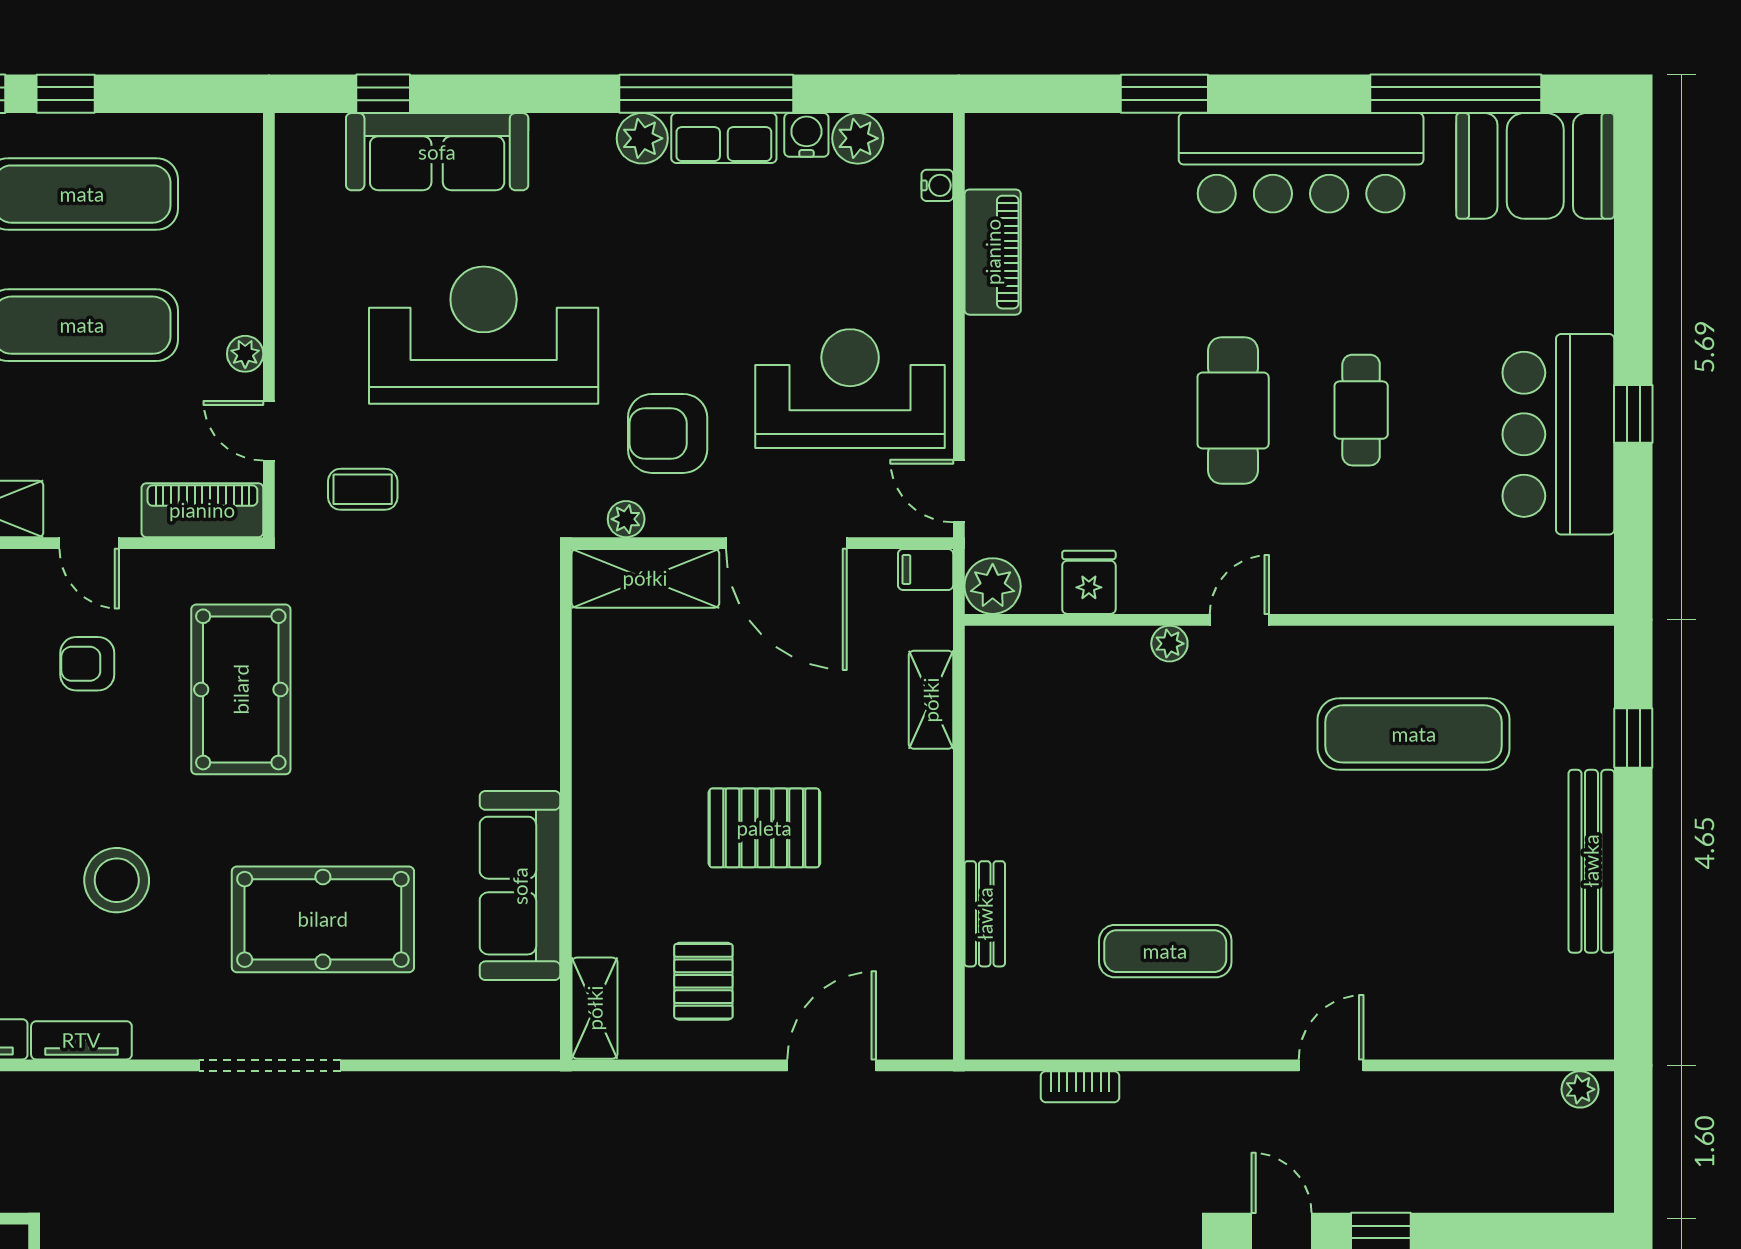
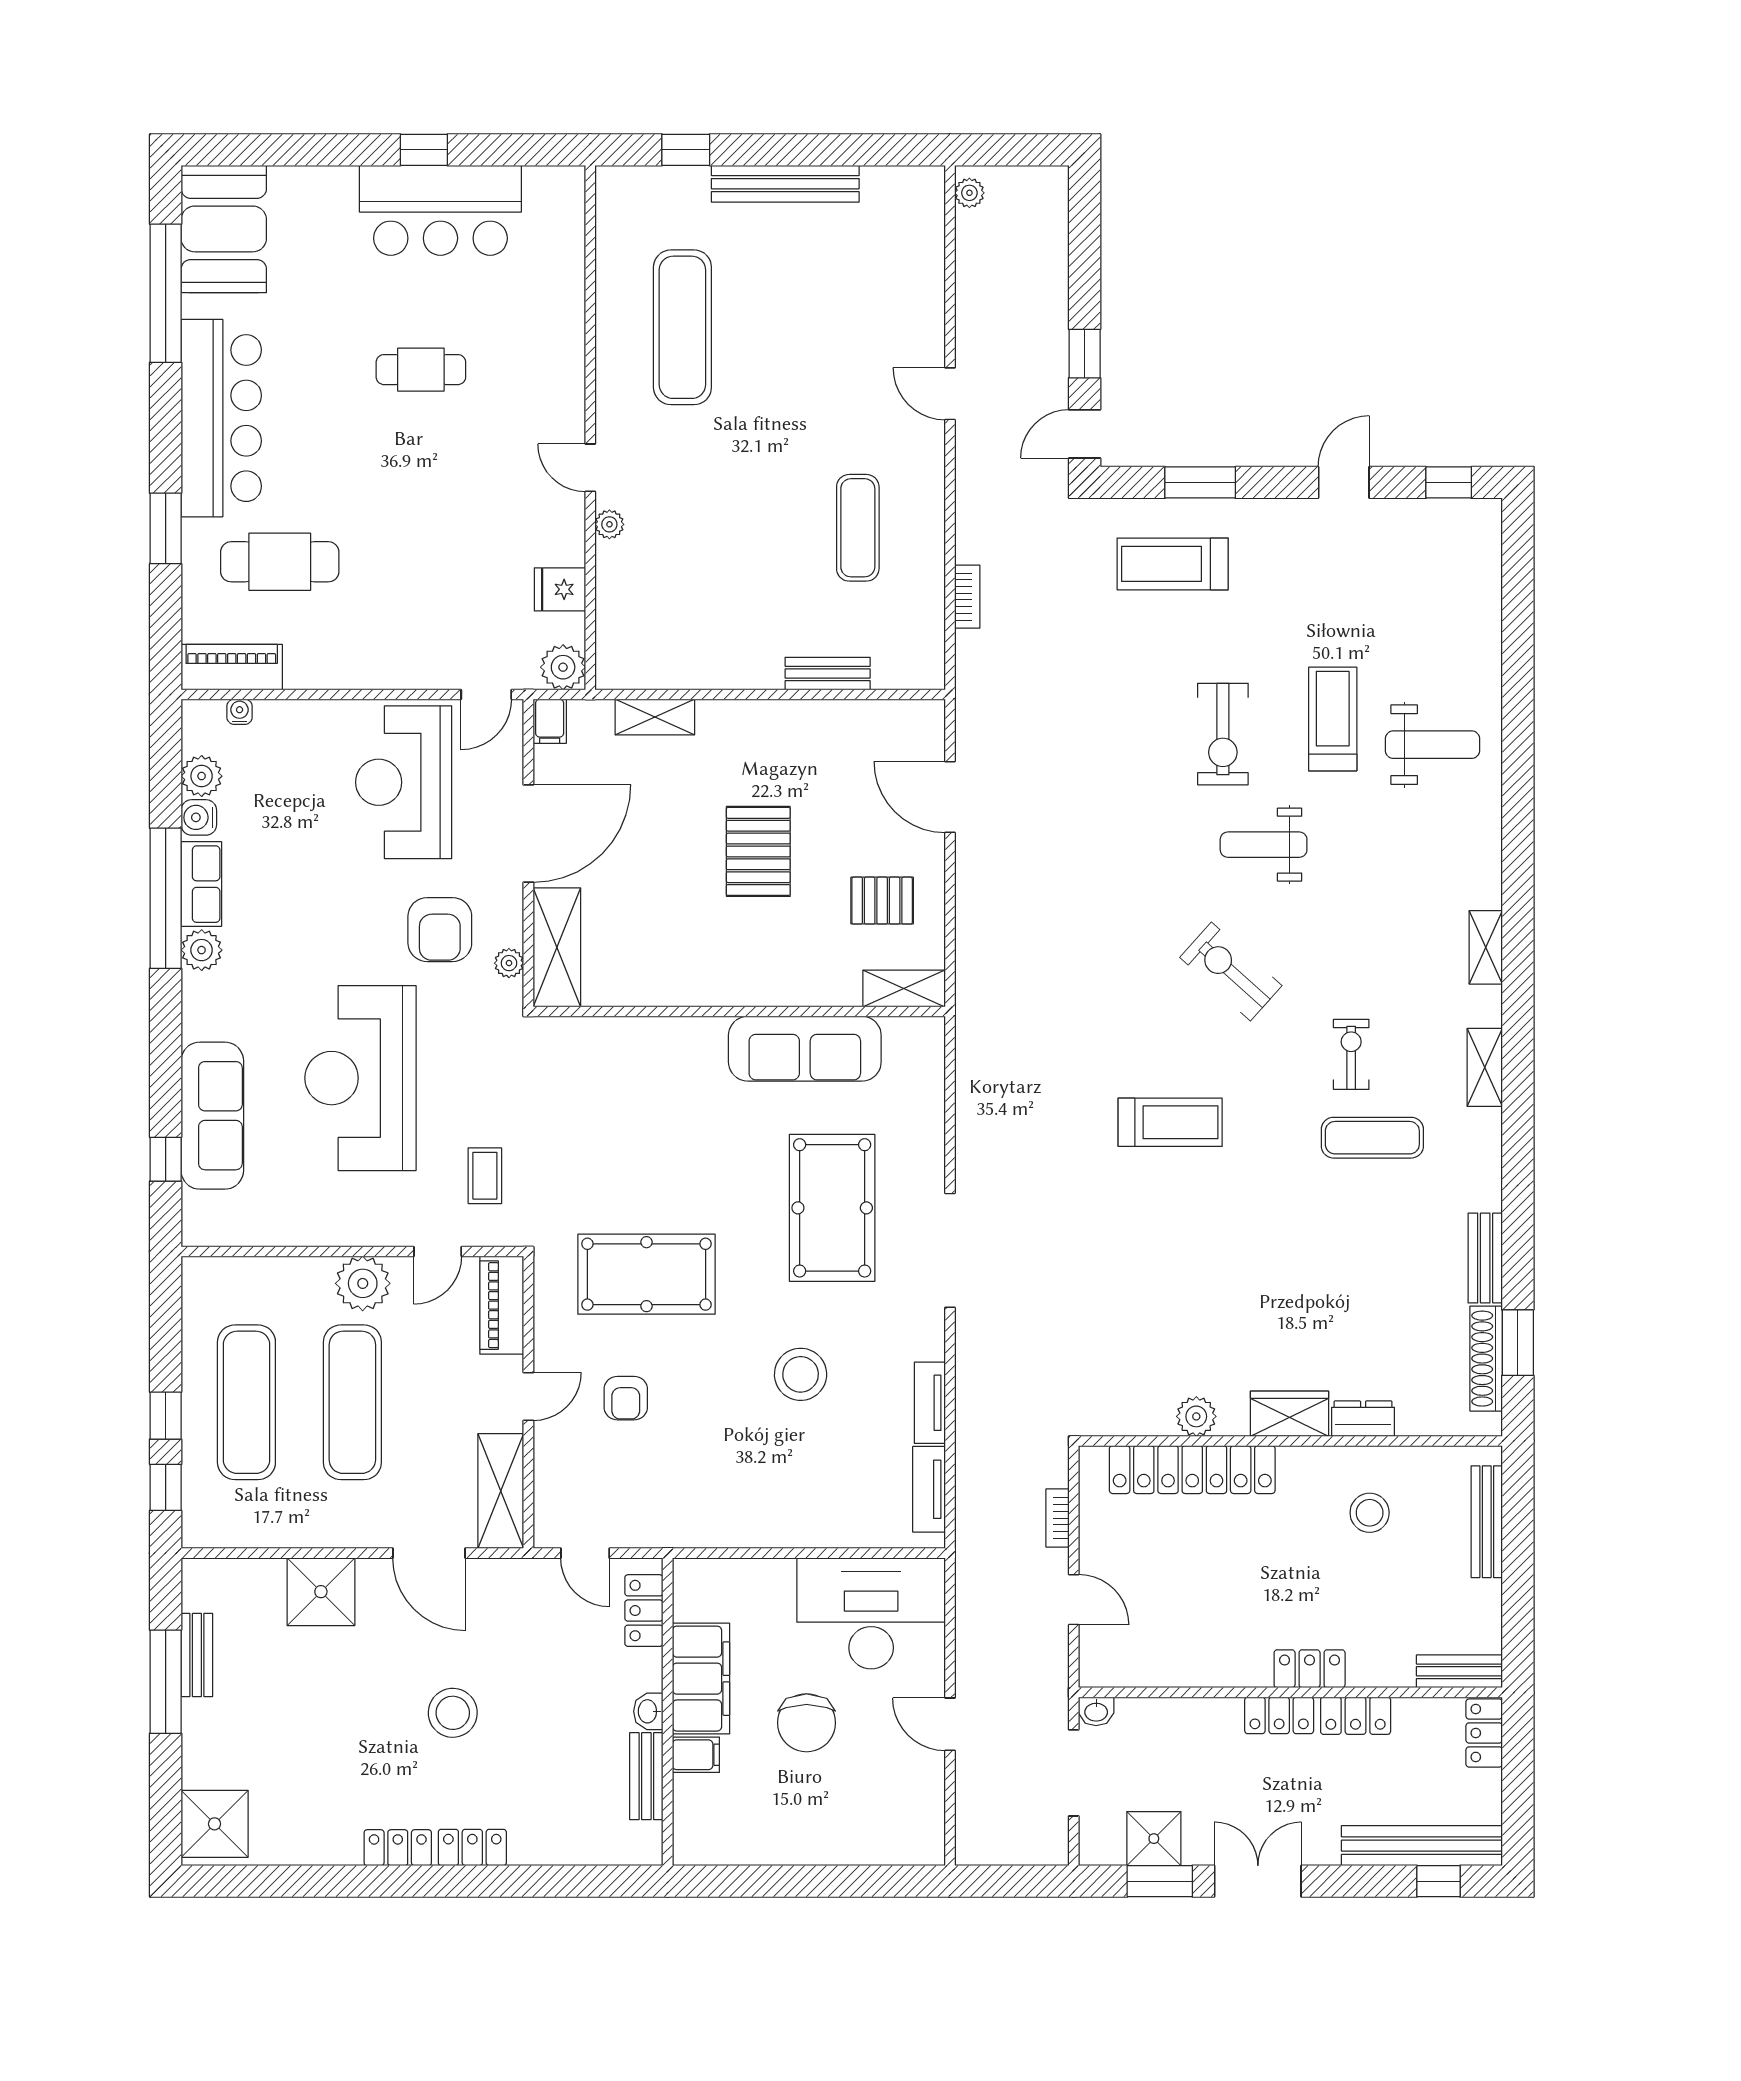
piano: (993, 252) -> (232, 667), moved
plant: (245, 354) -> (363, 1283), width x1.87, depth x1.87
cafe table: (1233, 411) -> (280, 562), moved

